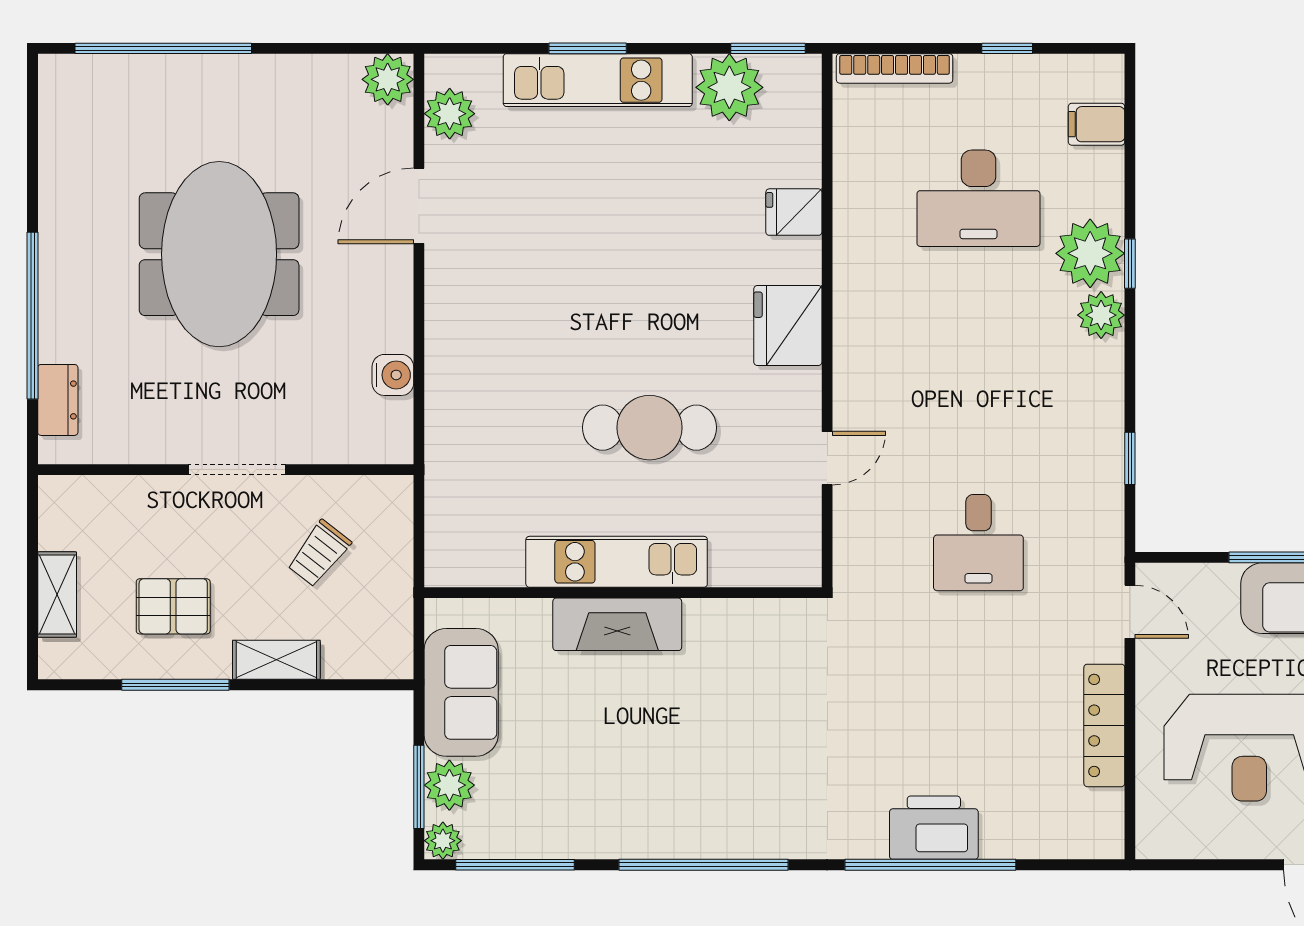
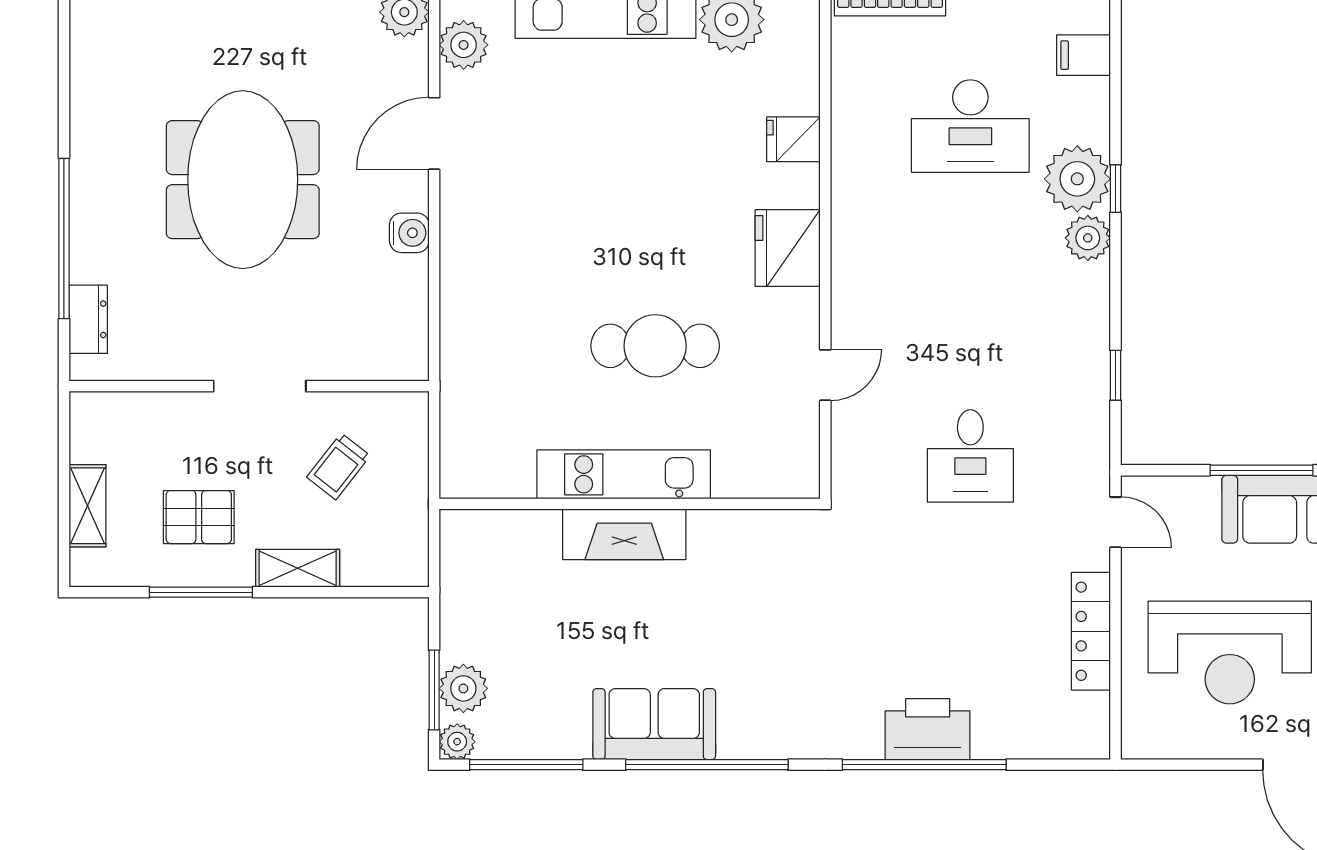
water cooler: (393, 375) -> (409, 233), moved
sofa: (461, 692) -> (654, 724), moved, turned -90

